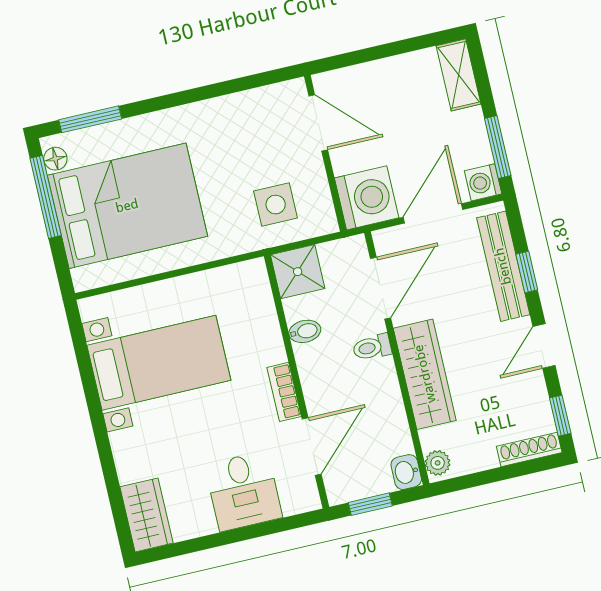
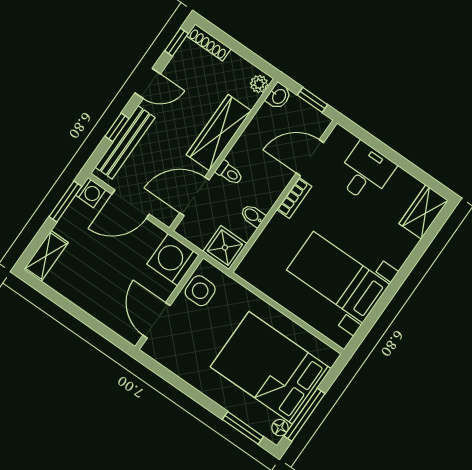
door: (318, 123) -> (156, 320), moved
wall: (325, 153) -> (169, 302), moved
washing machine: (367, 198) -> (173, 260), moved

